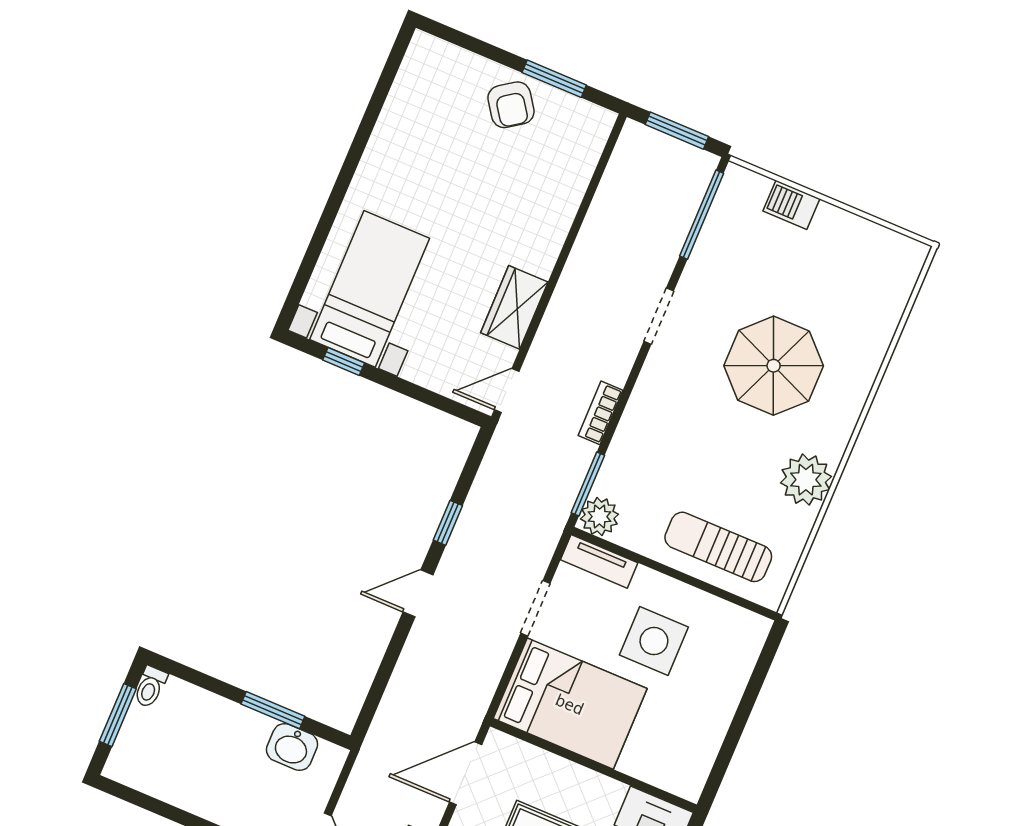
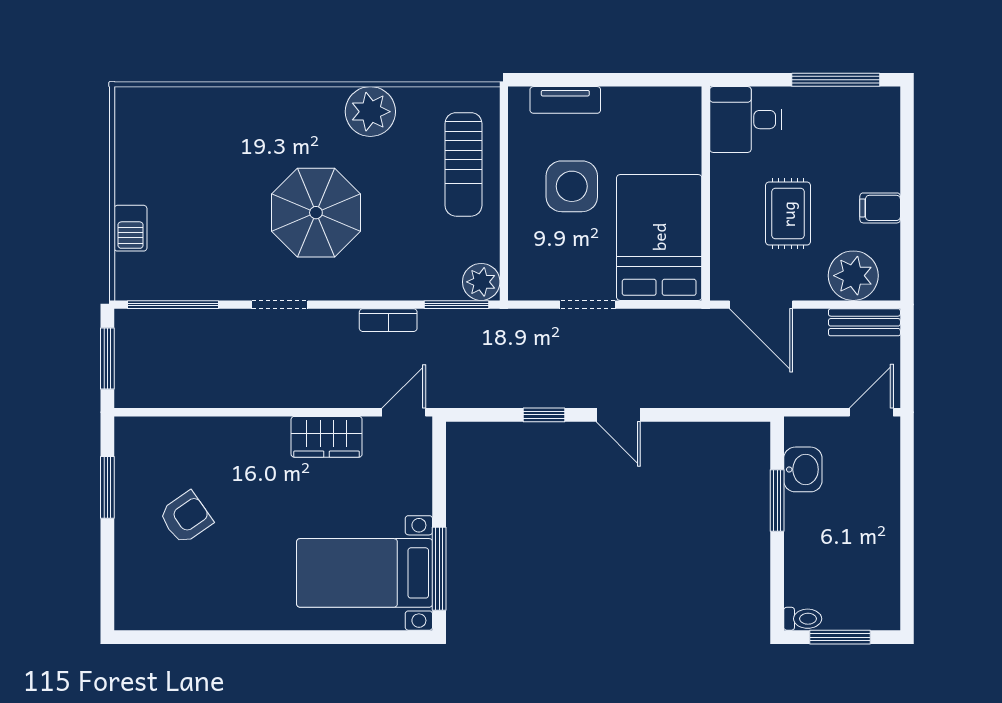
armchair: (511, 105) -> (186, 518), moved
window: (344, 361) -> (439, 569), width x2.17
parasol: (774, 366) -> (316, 213), moved
door: (507, 391) -> (404, 412), swing flipped
tv unit: (599, 561) -> (565, 100), moved, turned 90

